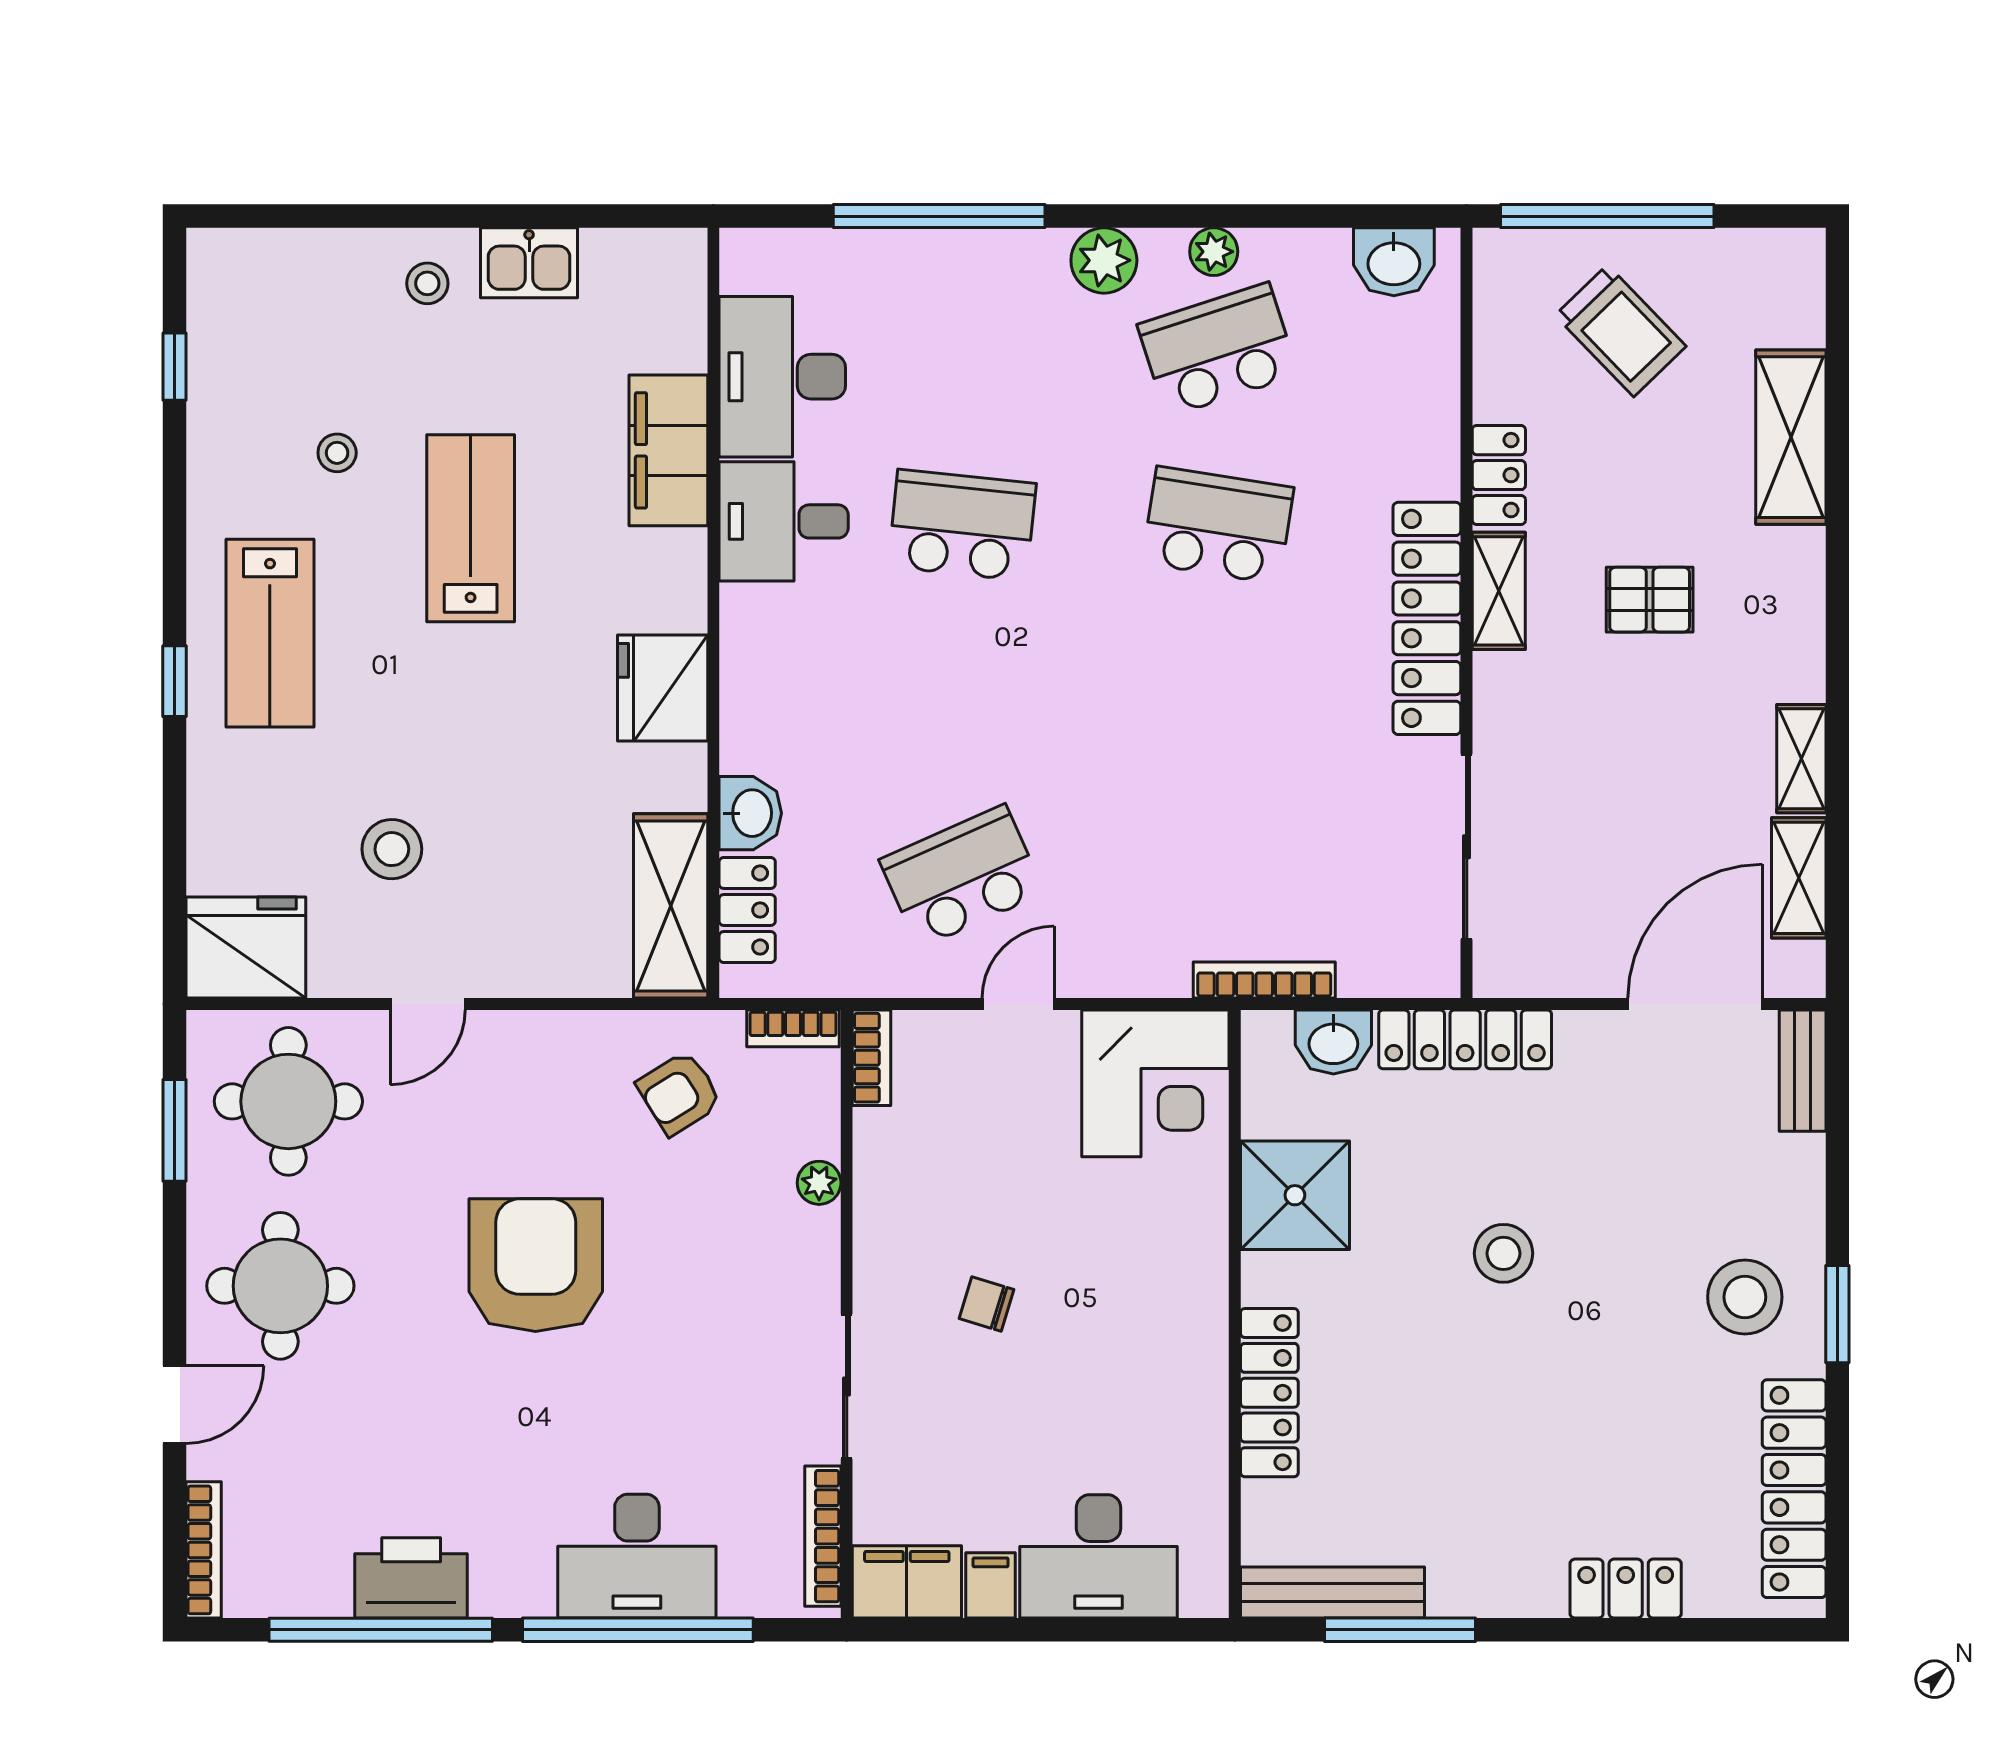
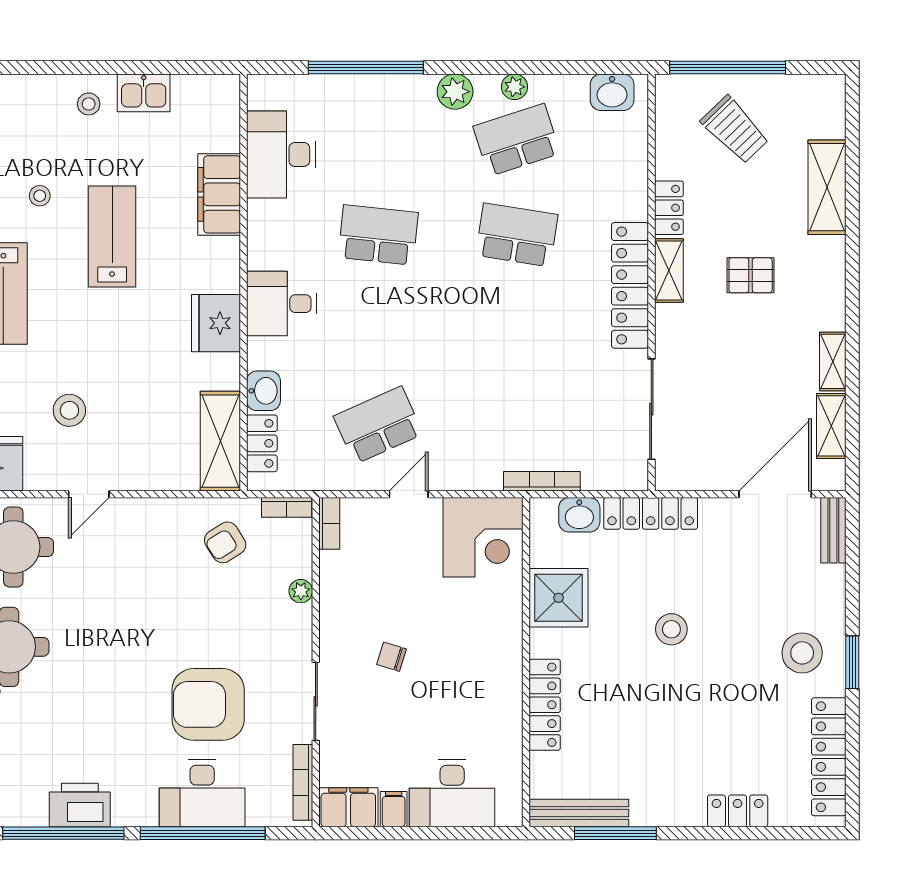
desk: (784, 521) -> (282, 304), moved
armchair: (536, 1265) -> (208, 704), moved, turned -90

